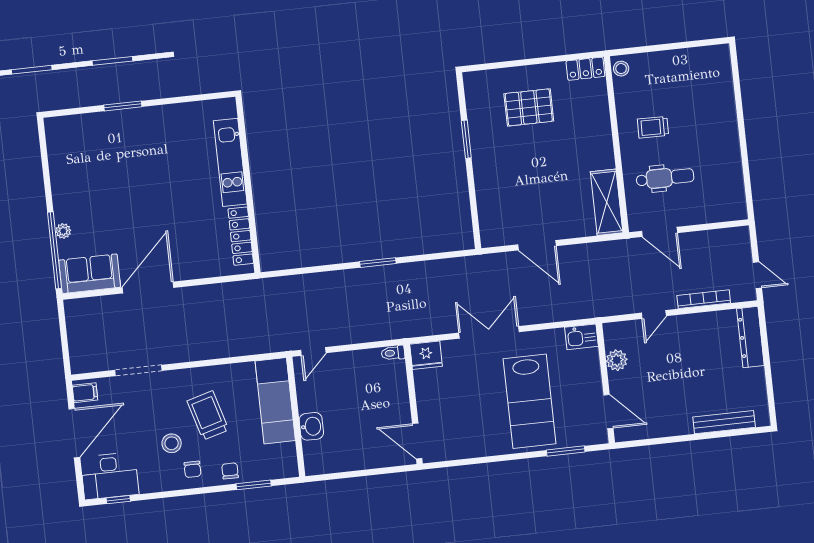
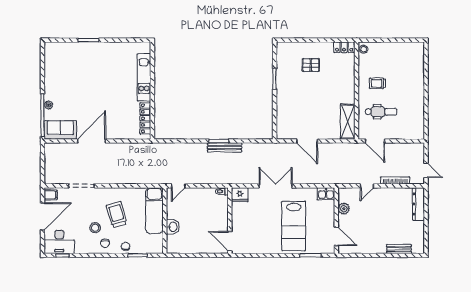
pallet: (529, 107) -> (311, 65), width x0.67, depth x0.71
bench: (389, 273) -> (225, 147), added
bench: (724, 422) -> (399, 249), width x0.73

